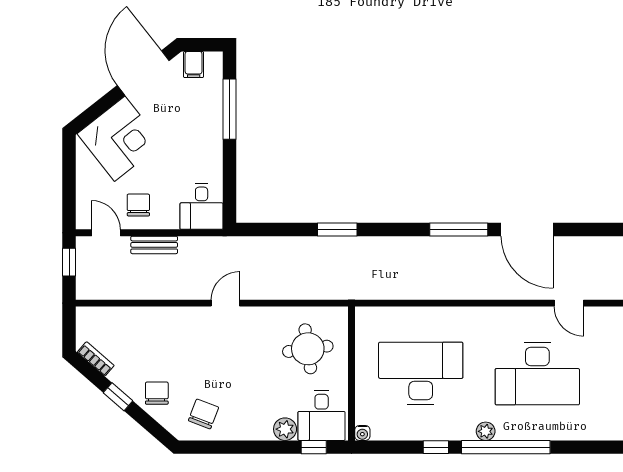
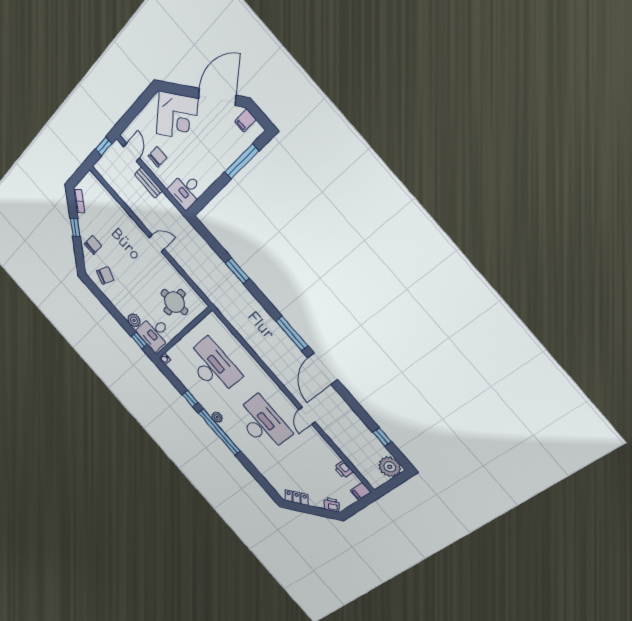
desk: (537, 373) -> (263, 424), turned 180

